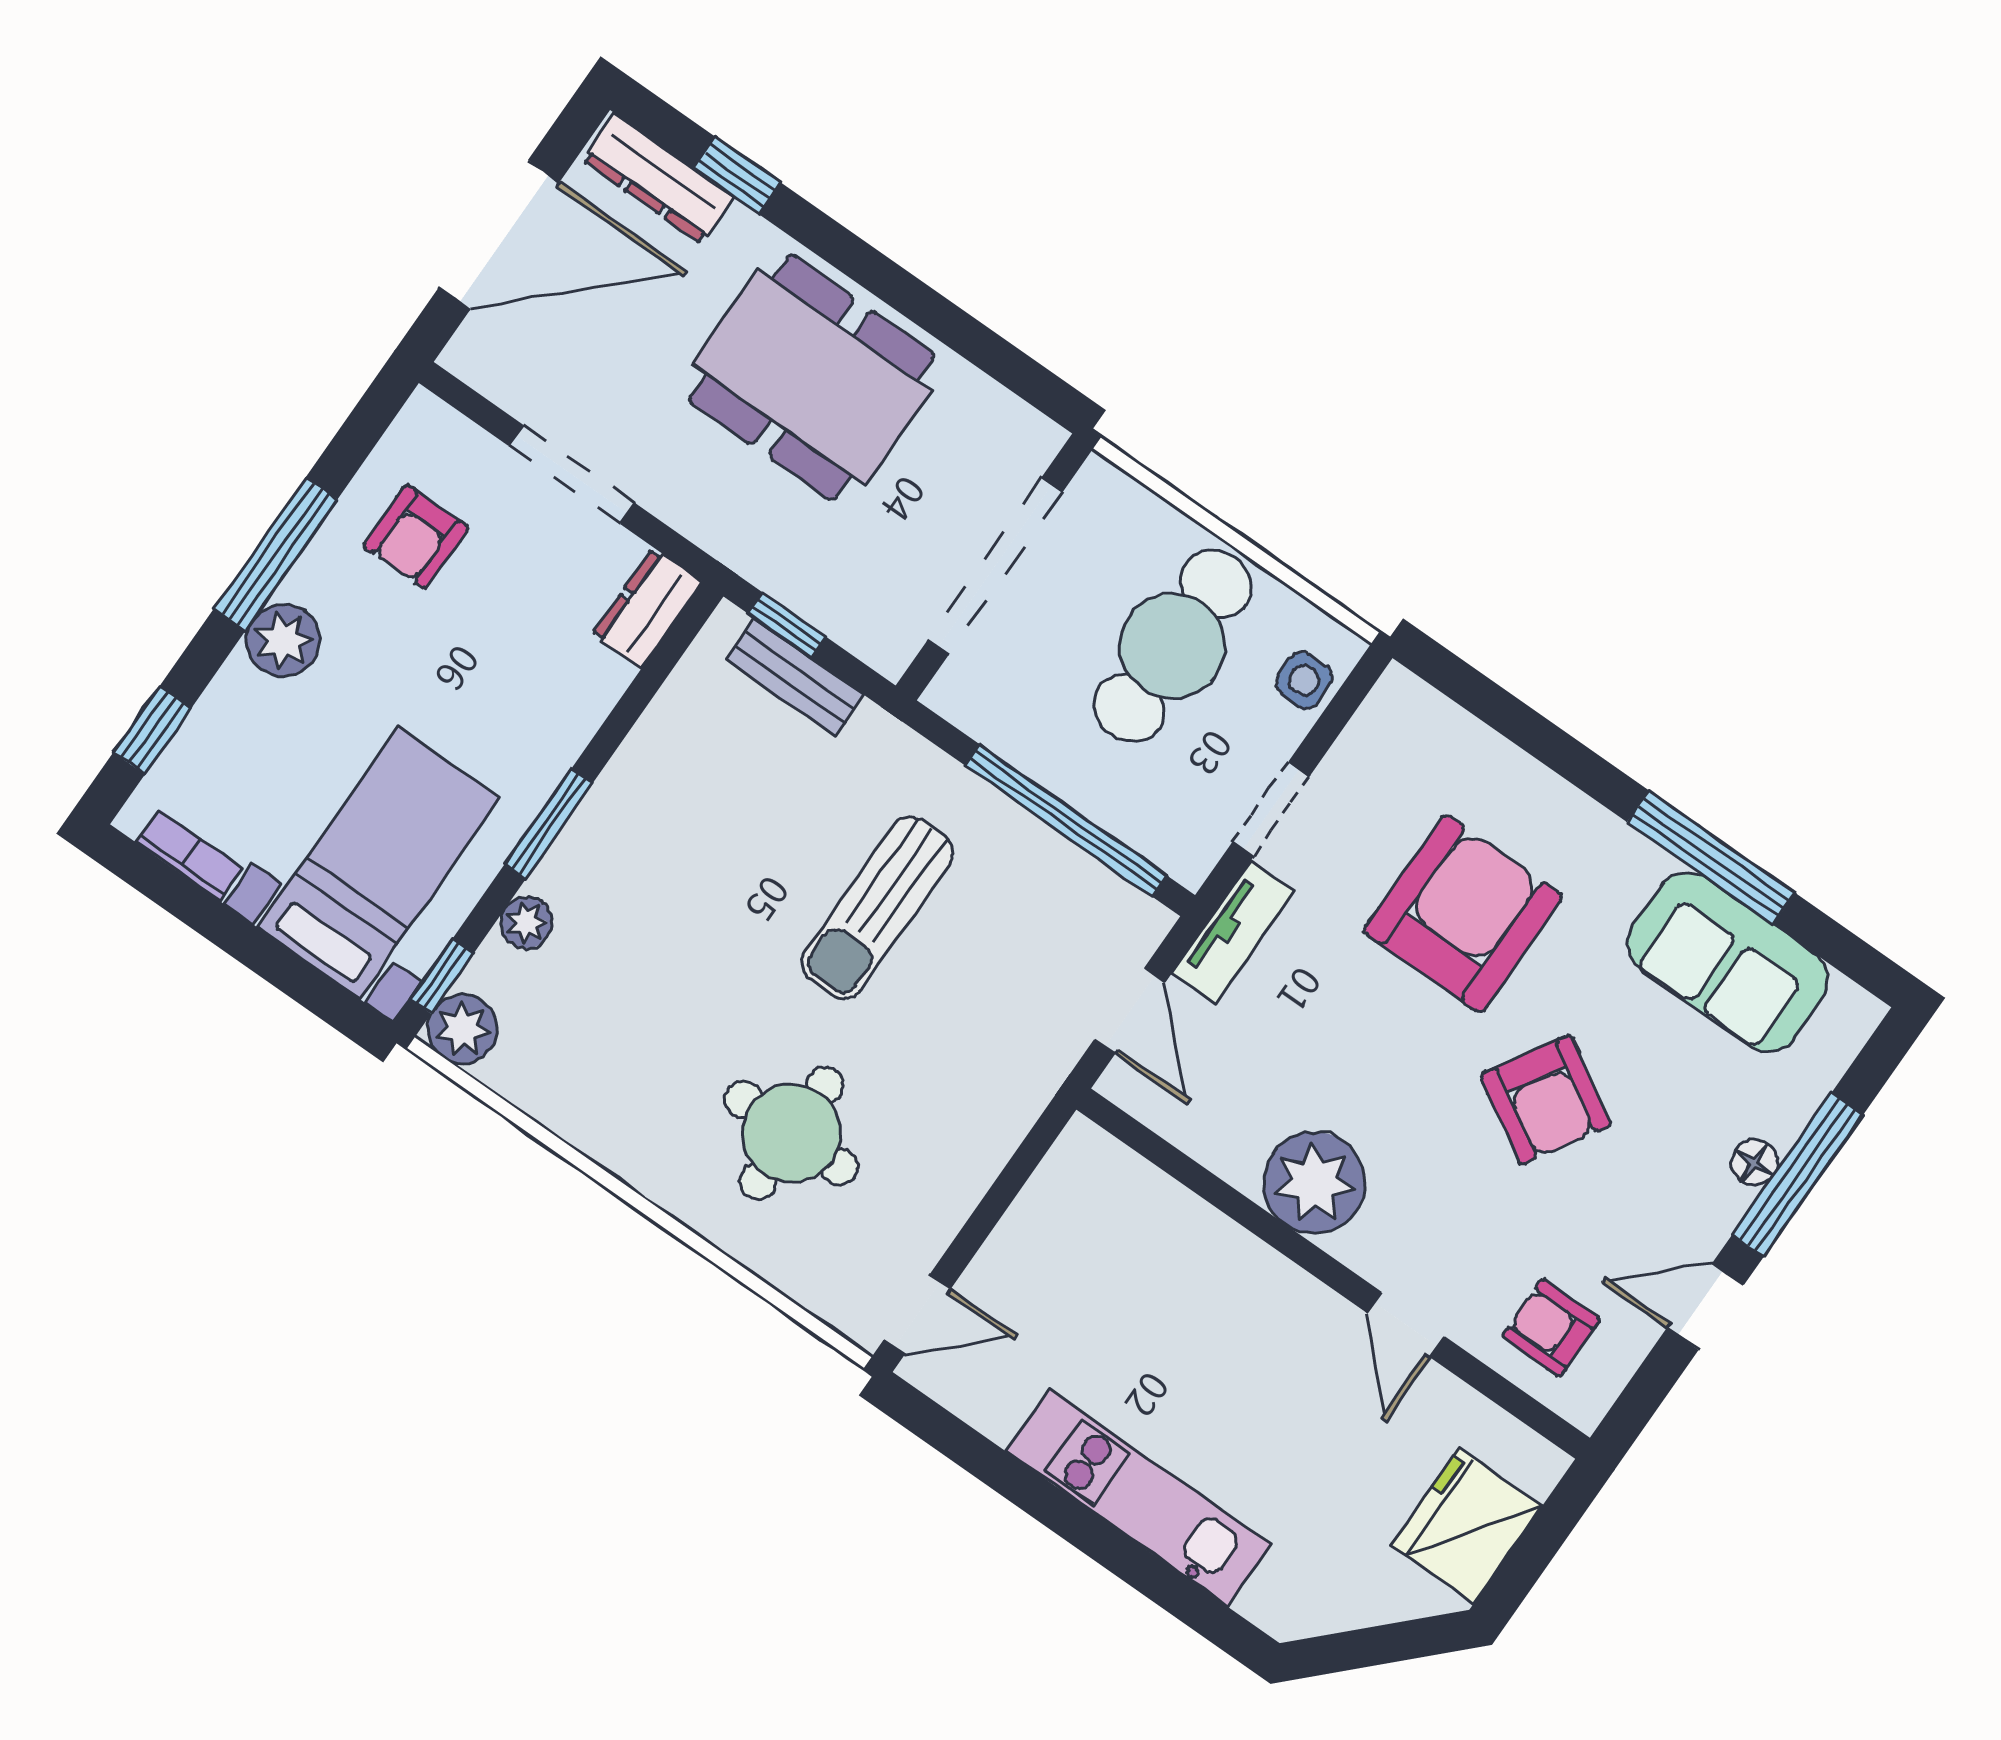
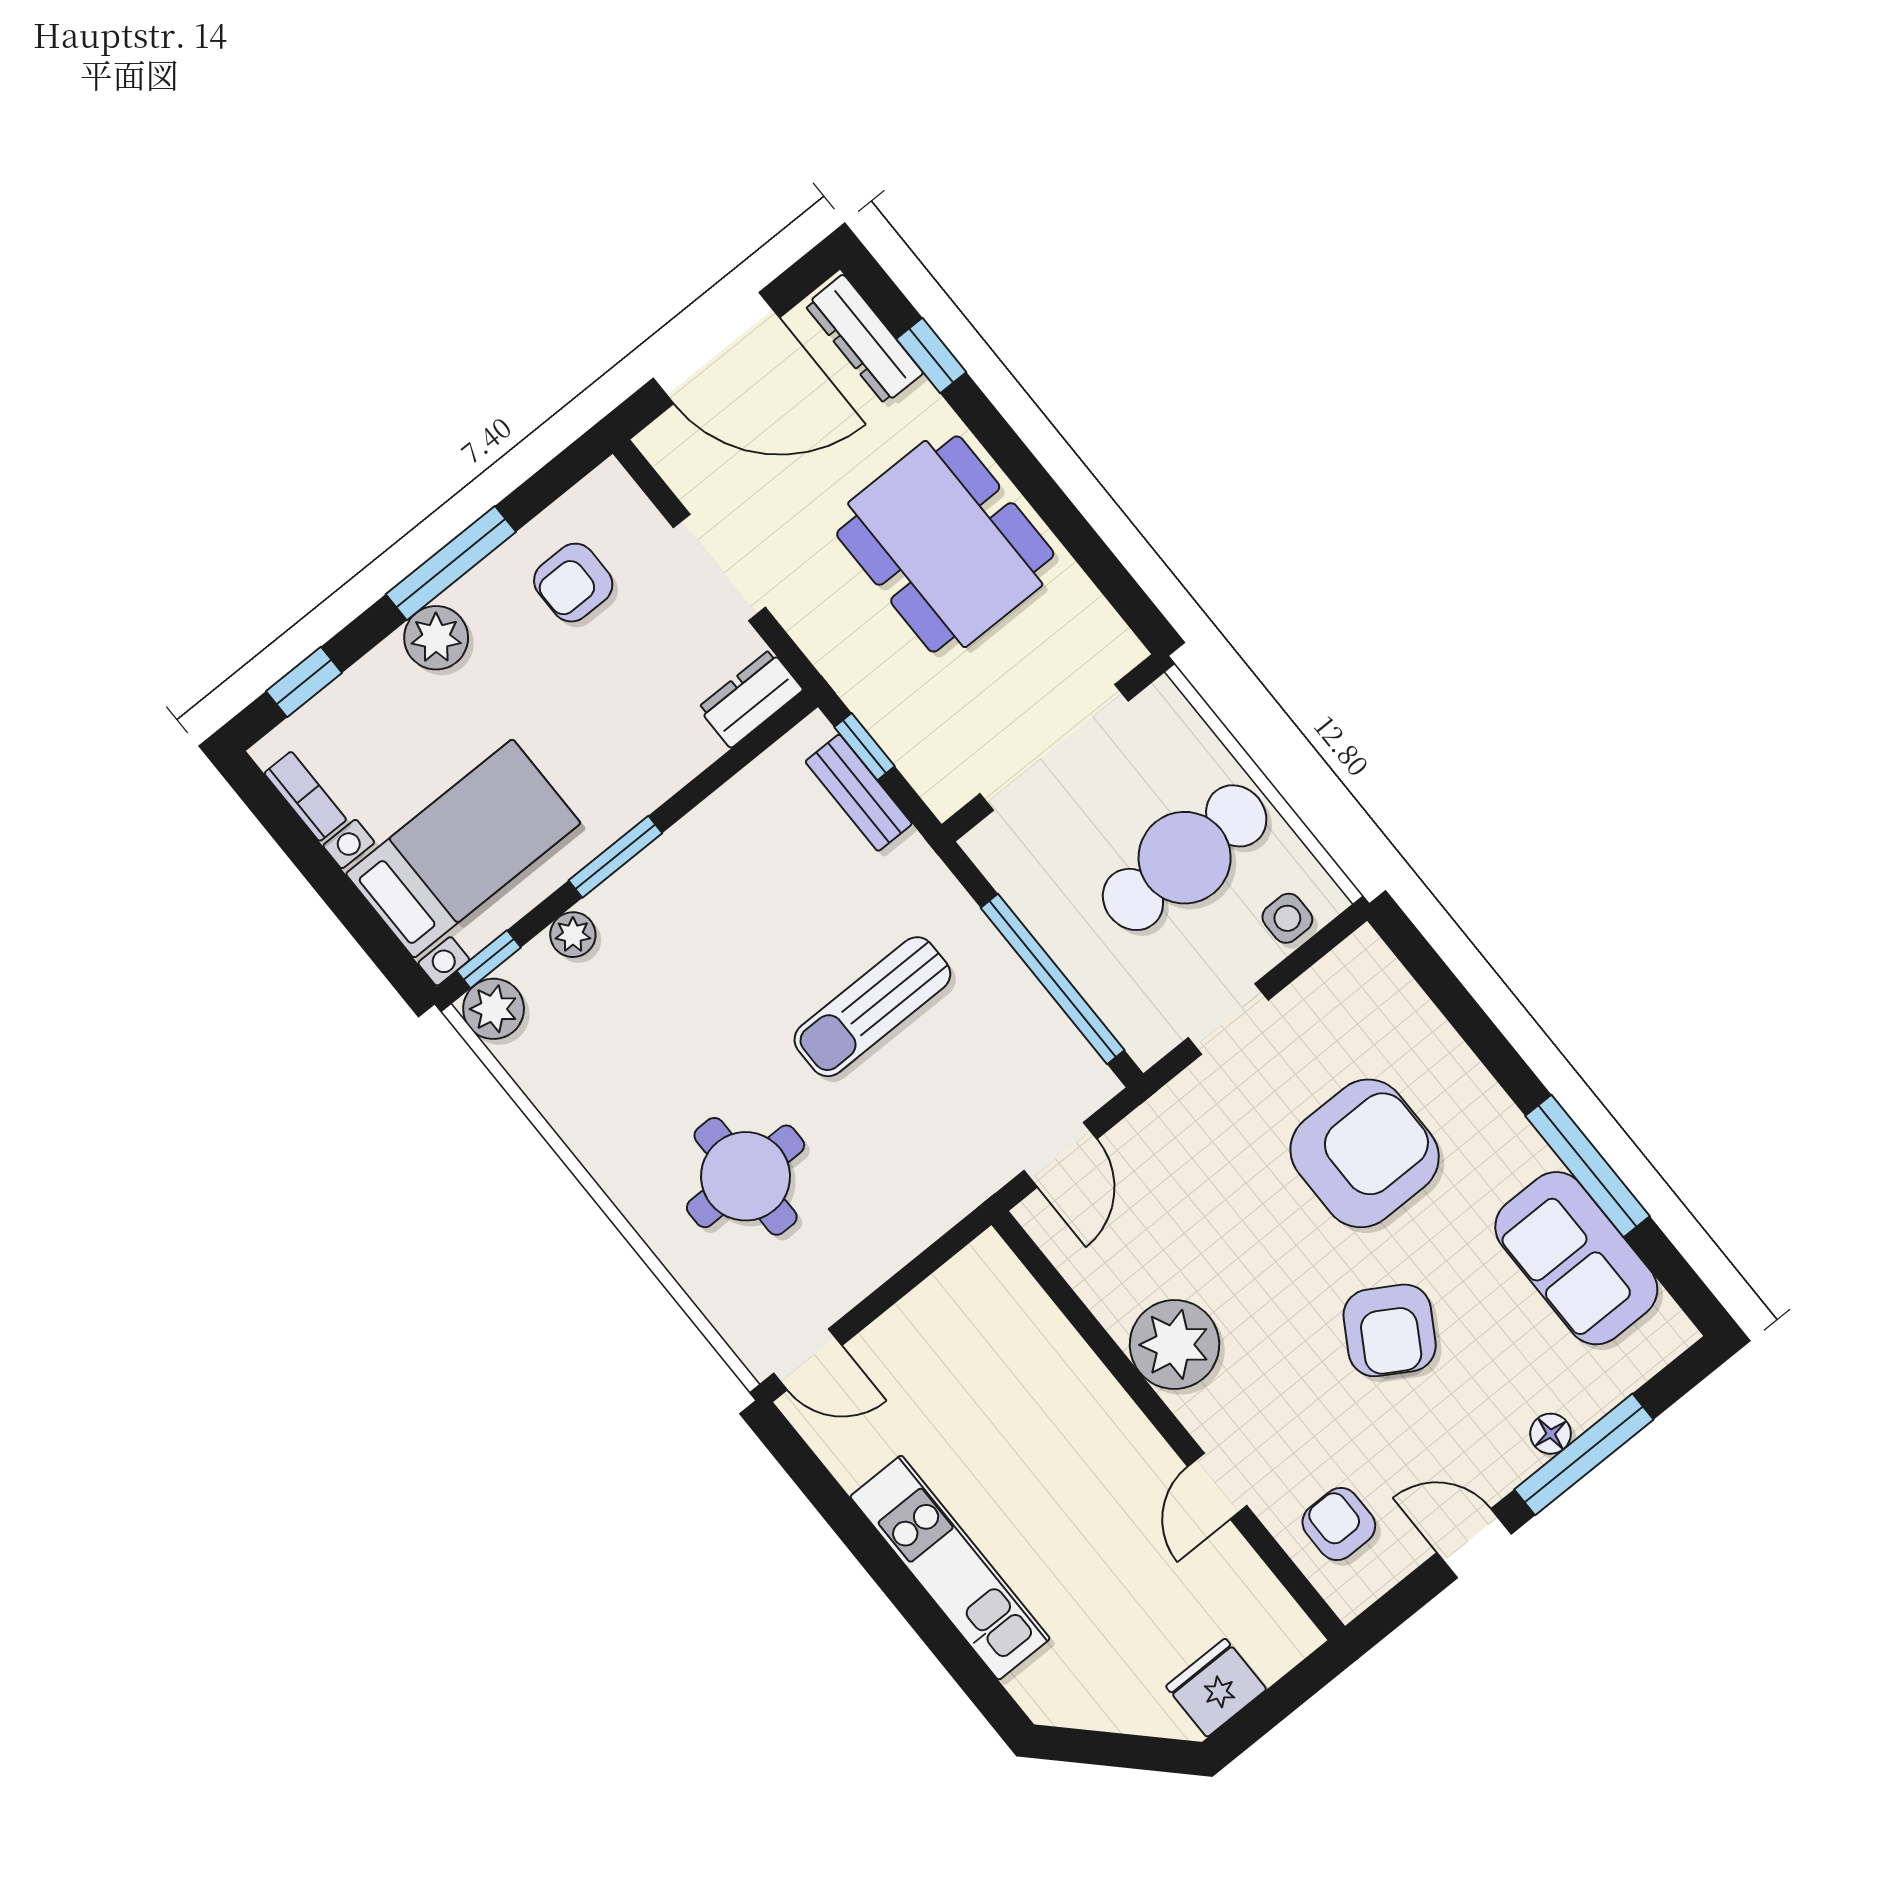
tv unit: (1233, 932) -> (1166, 1113), removed
fridge: (1467, 1526) -> (1216, 1688), width x0.73, depth x0.75

